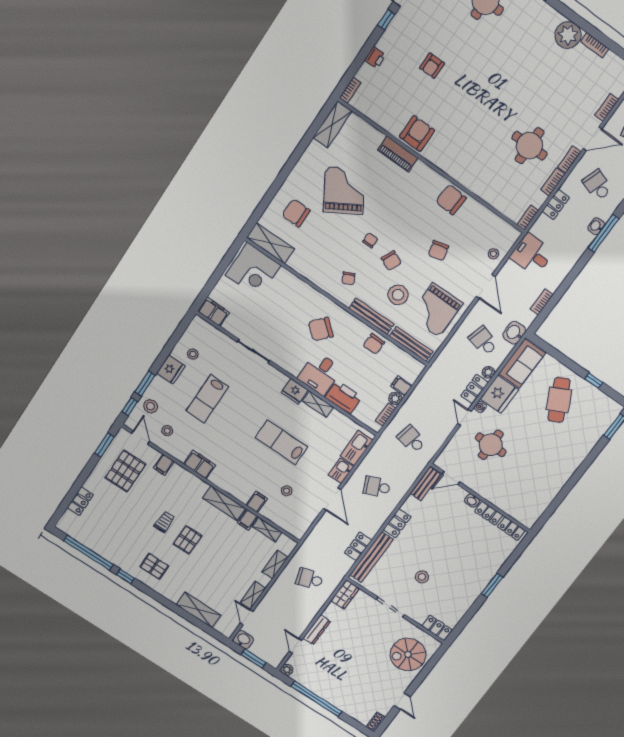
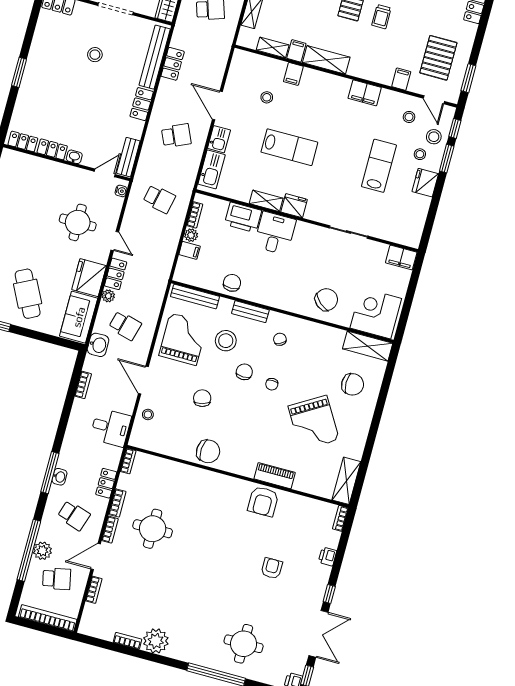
chair: (391, 261) -> (244, 372), turned 65
bench: (372, 316) -> (250, 312), width x0.73
chair: (321, 329) -> (326, 300), moved
stool: (193, 354) -> (420, 154), moved
water cooler: (480, 407) -> (121, 191), moved

